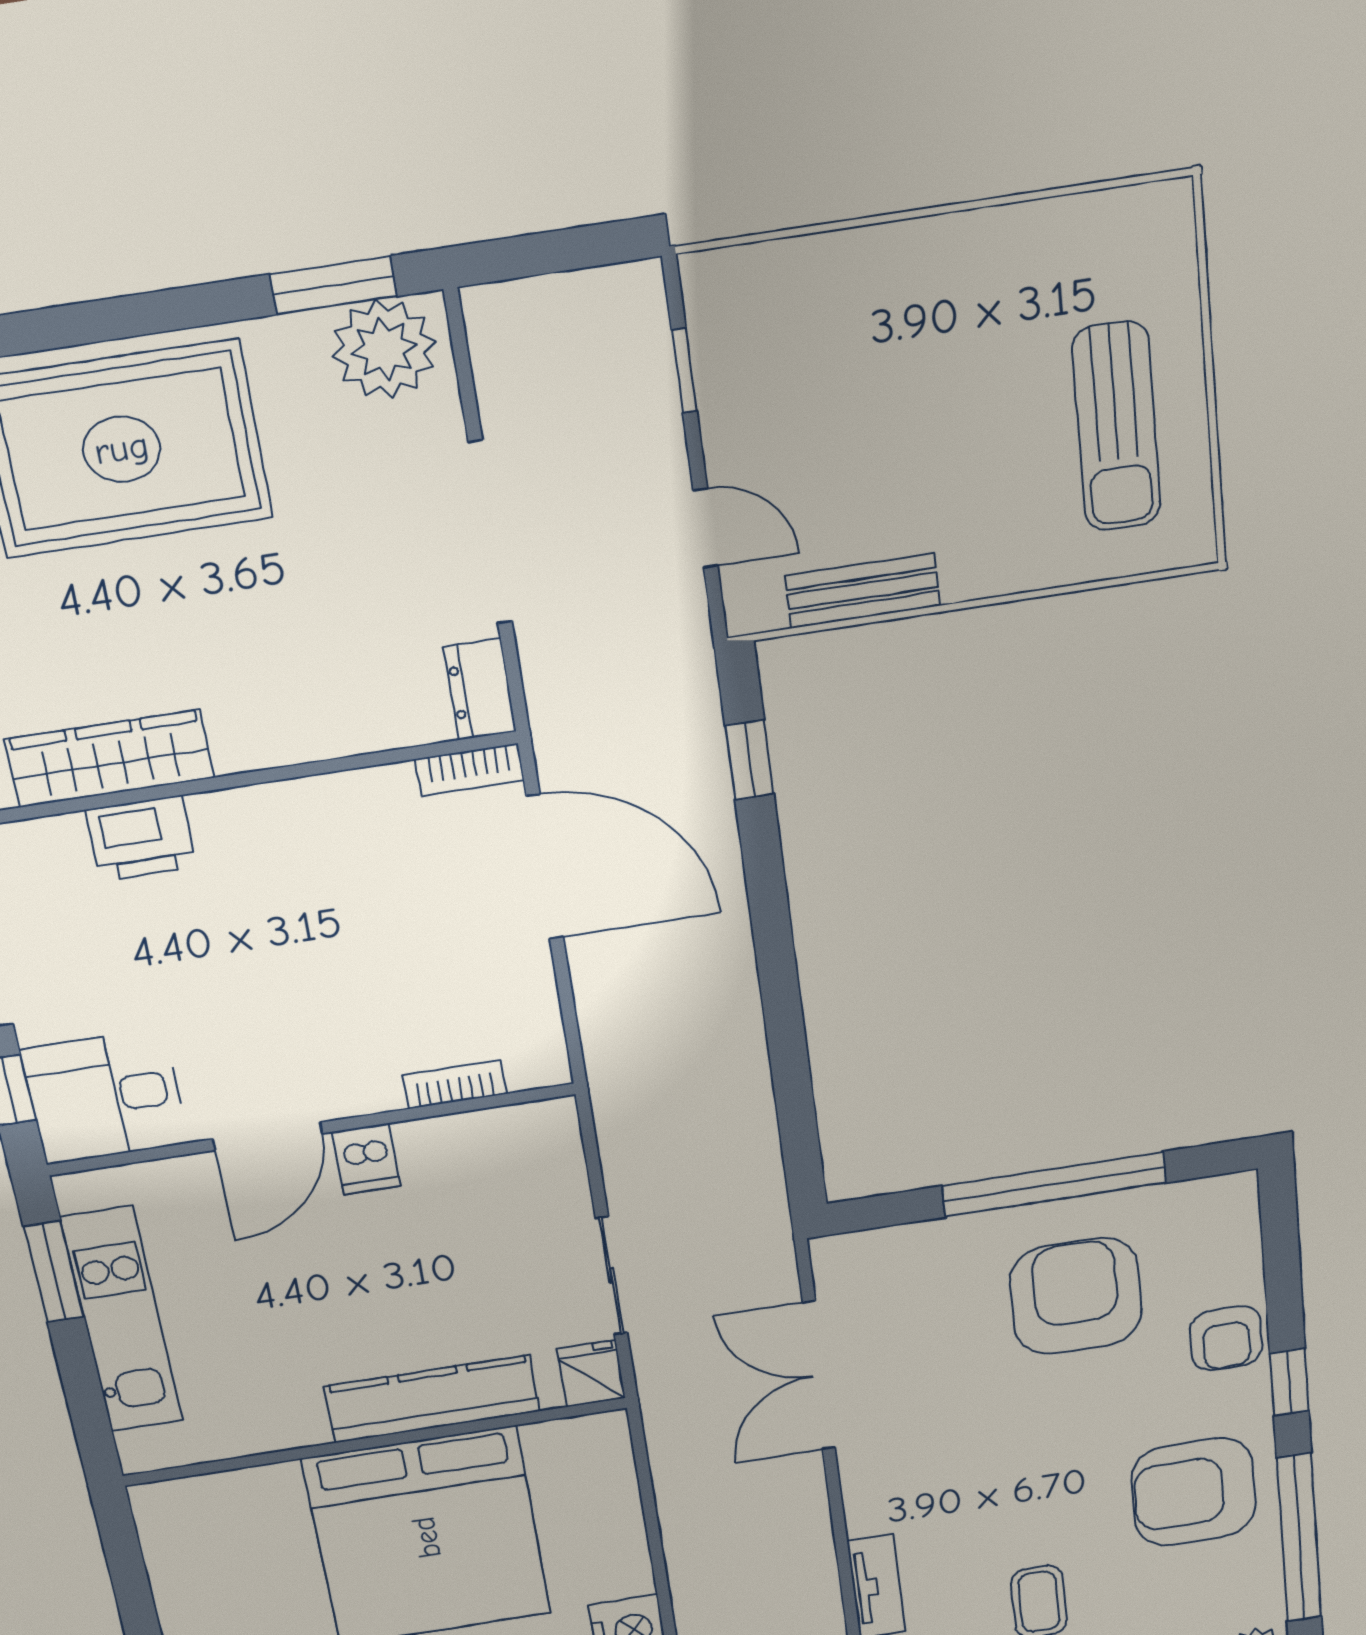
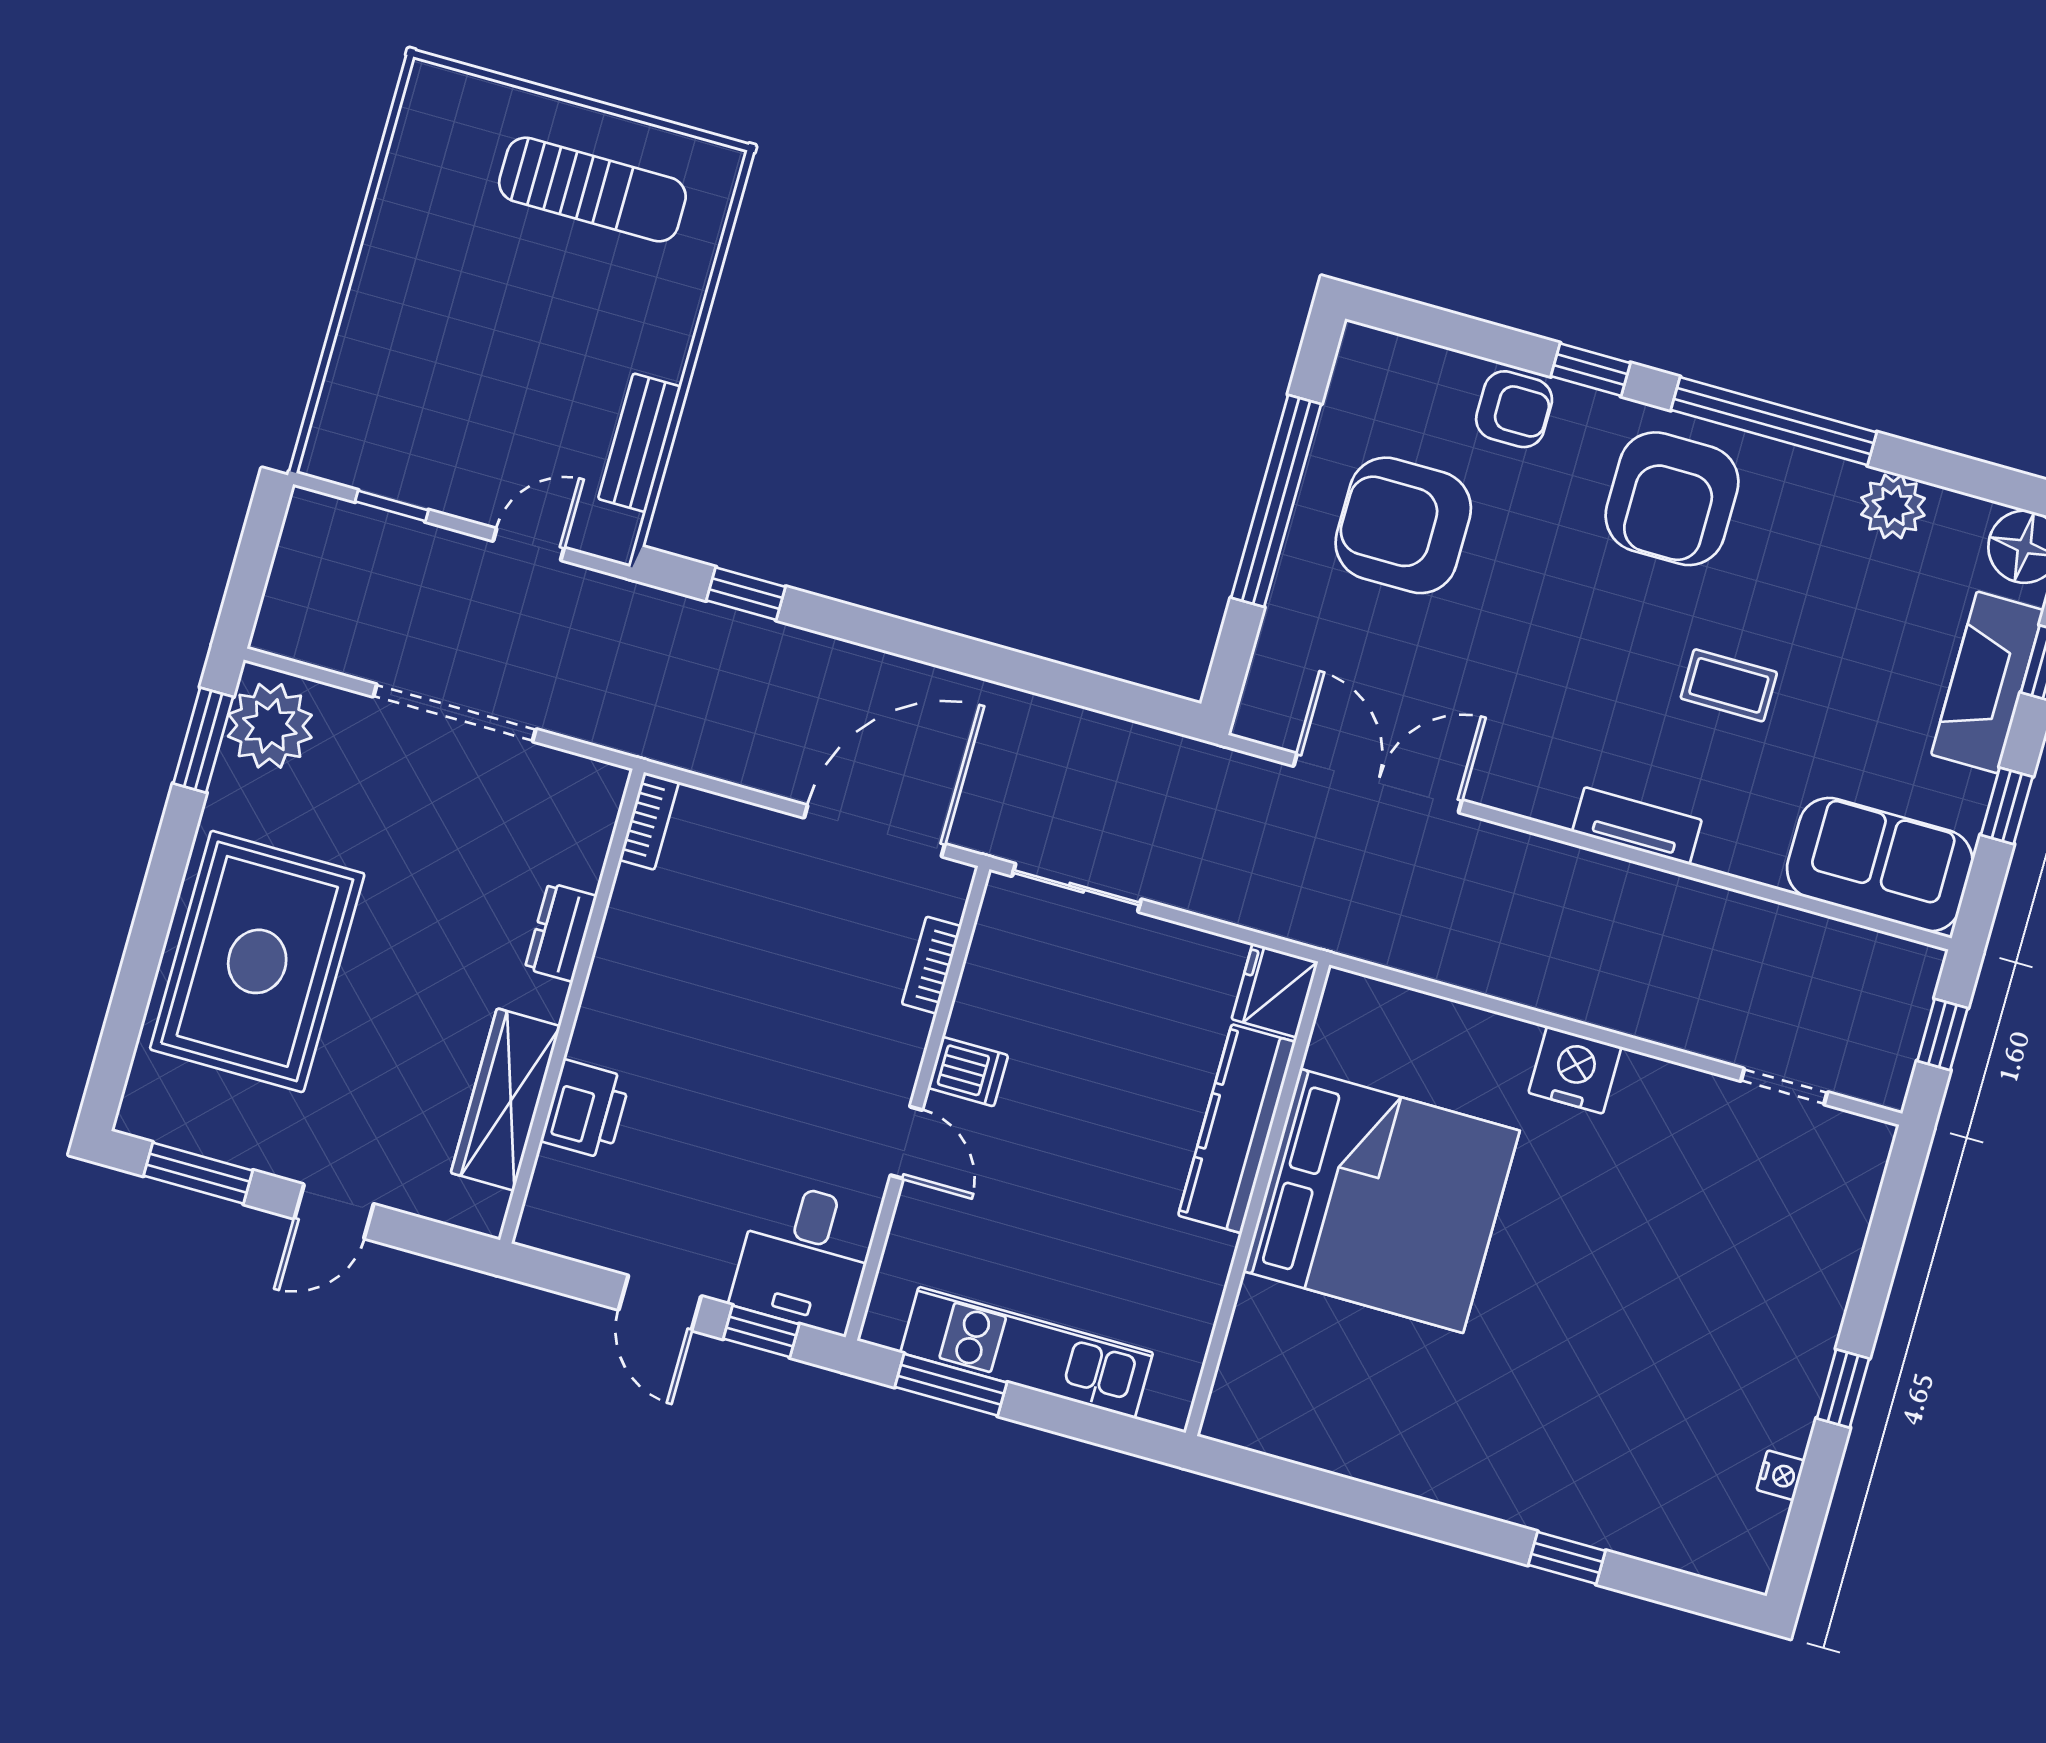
dresser: (480, 689) -> (561, 932), moved, turned 90
door: (545, 867) -> (875, 831), moved
door: (268, 1136) -> (906, 1143), width x0.73
sliding door: (611, 1276) -> (1077, 888), moved
fridge: (591, 1373) -> (1275, 990), width x1.38
double door: (819, 1376) -> (1378, 783), swing flipped

